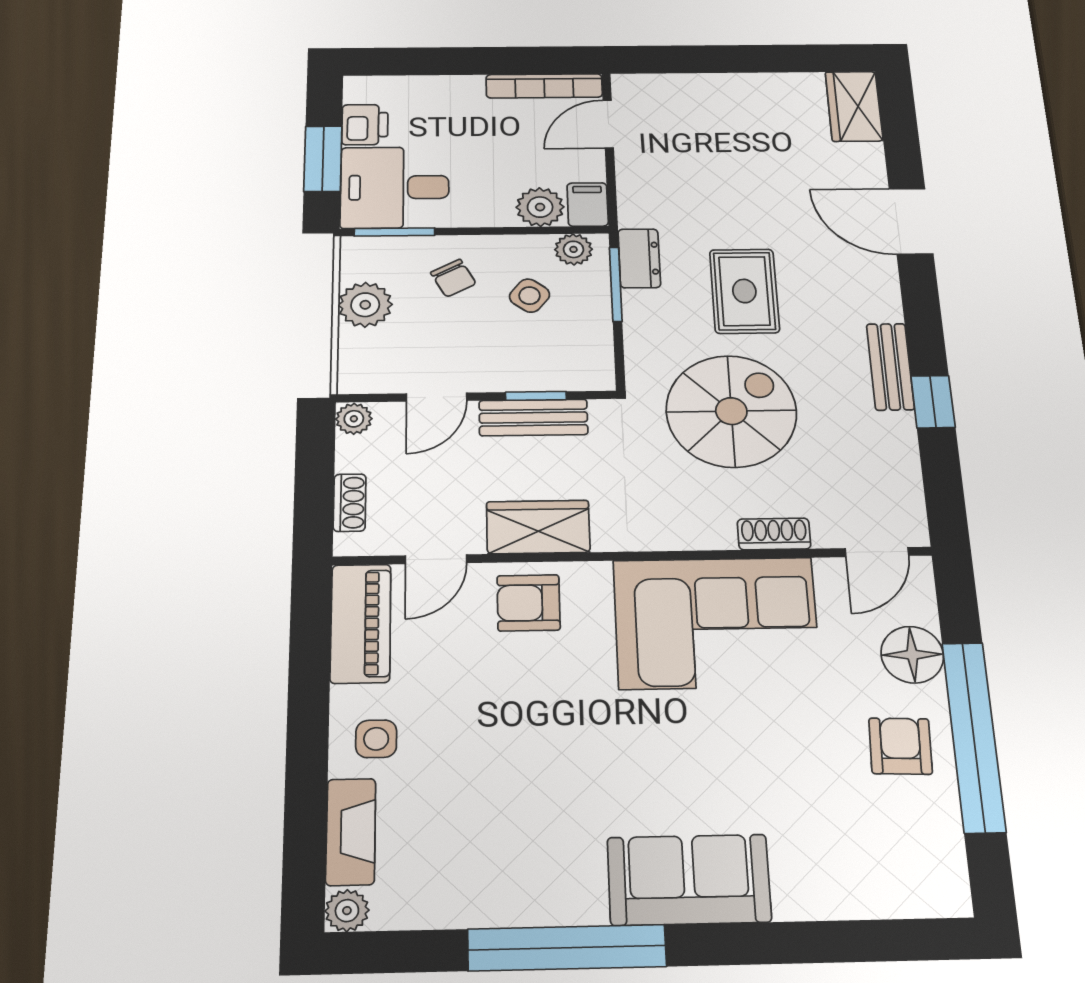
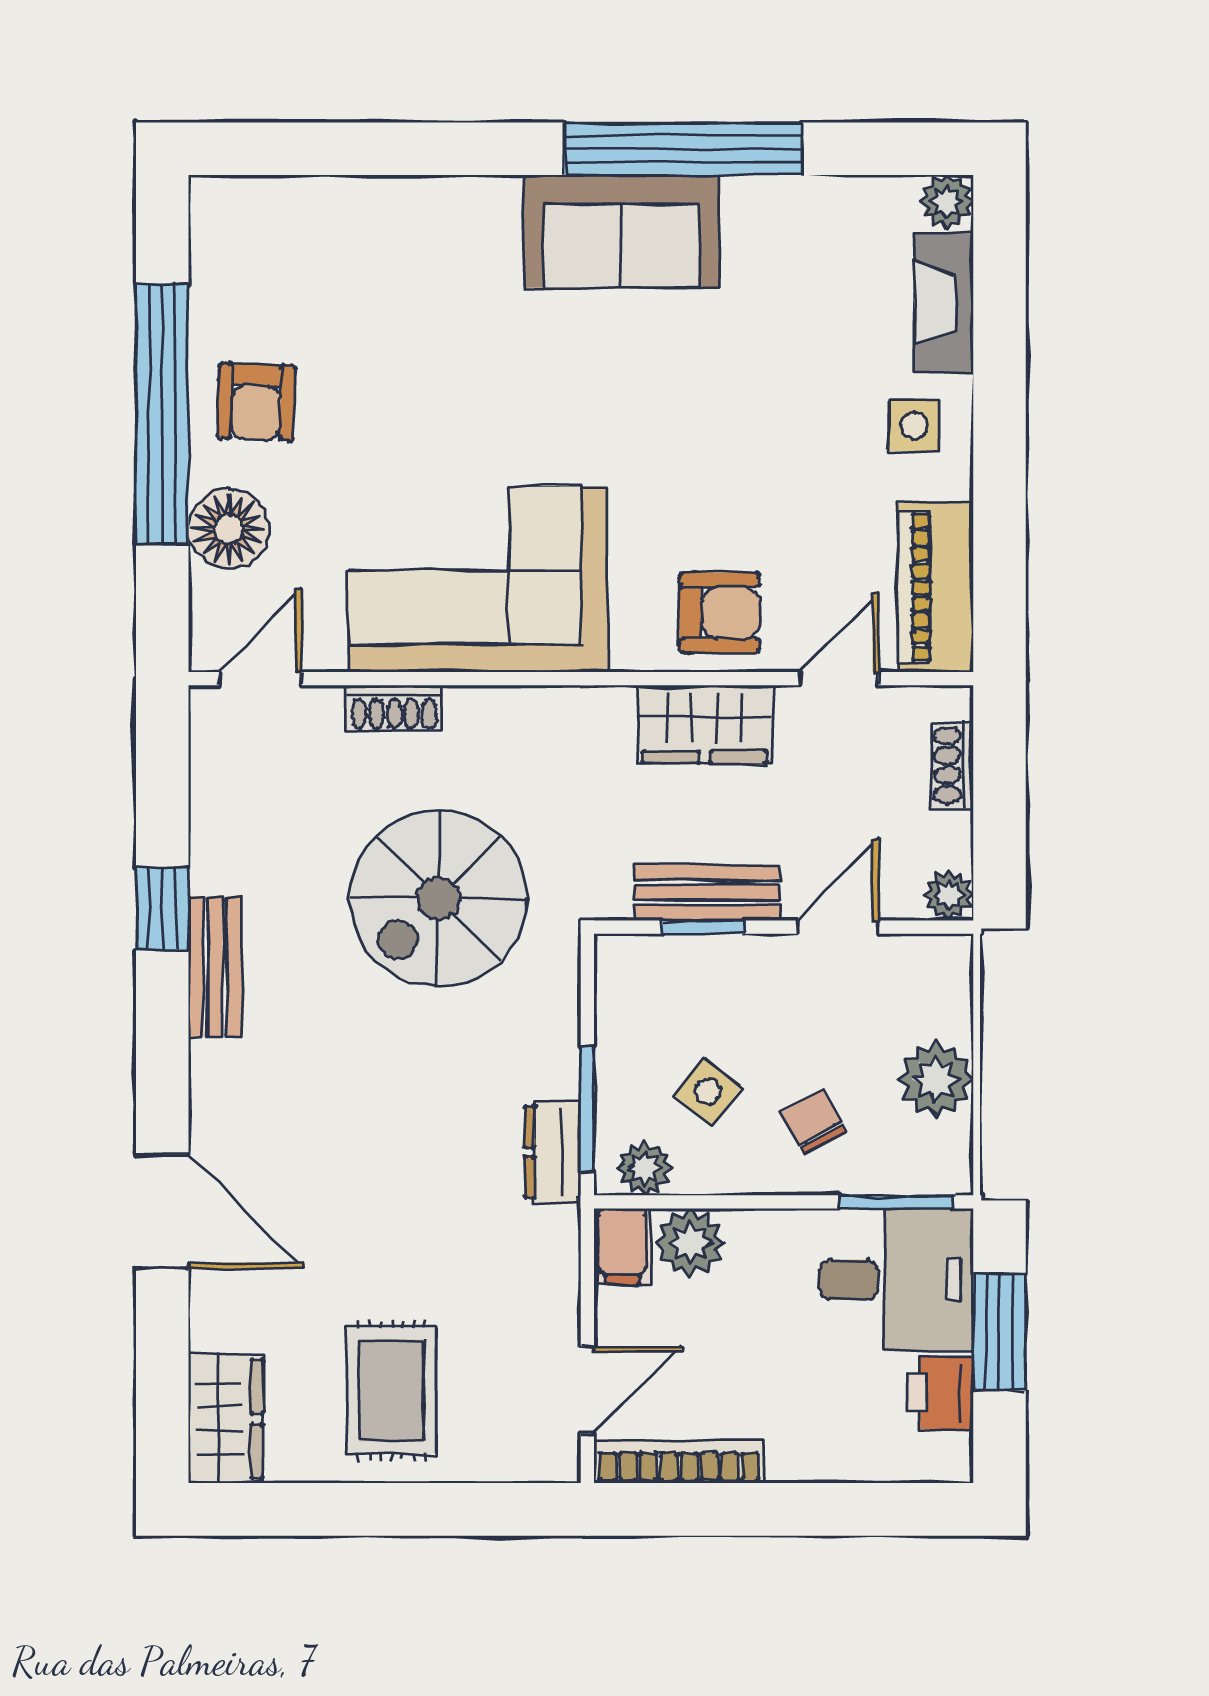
rug: (744, 291) -> (392, 1390), moved
sofa: (689, 880) -> (621, 231), moved

